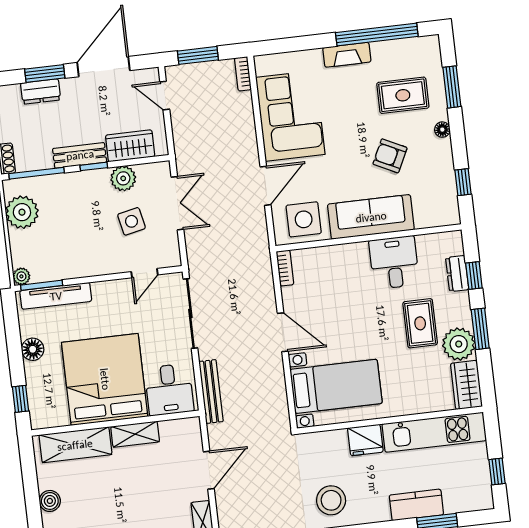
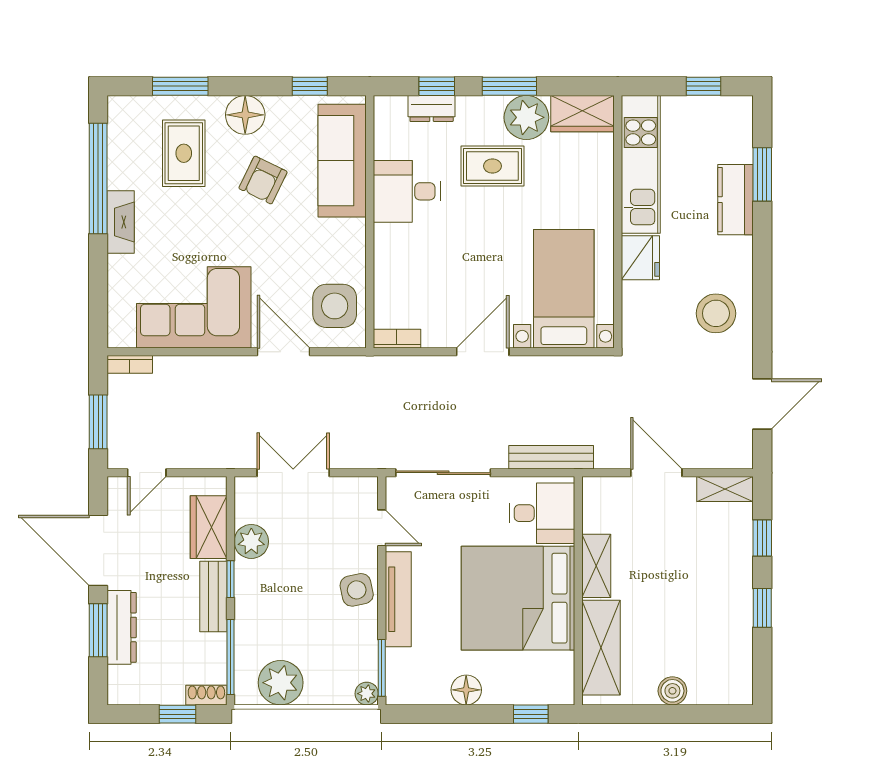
dresser: (41, 92) -> (122, 627), width x1.44
floor lamp: (442, 130) -> (245, 115), width x1.89, depth x1.89
sofa: (371, 217) -> (342, 161), moved
side table: (131, 221) -> (357, 590), moved
tv unit: (56, 296) -> (398, 599), moved

